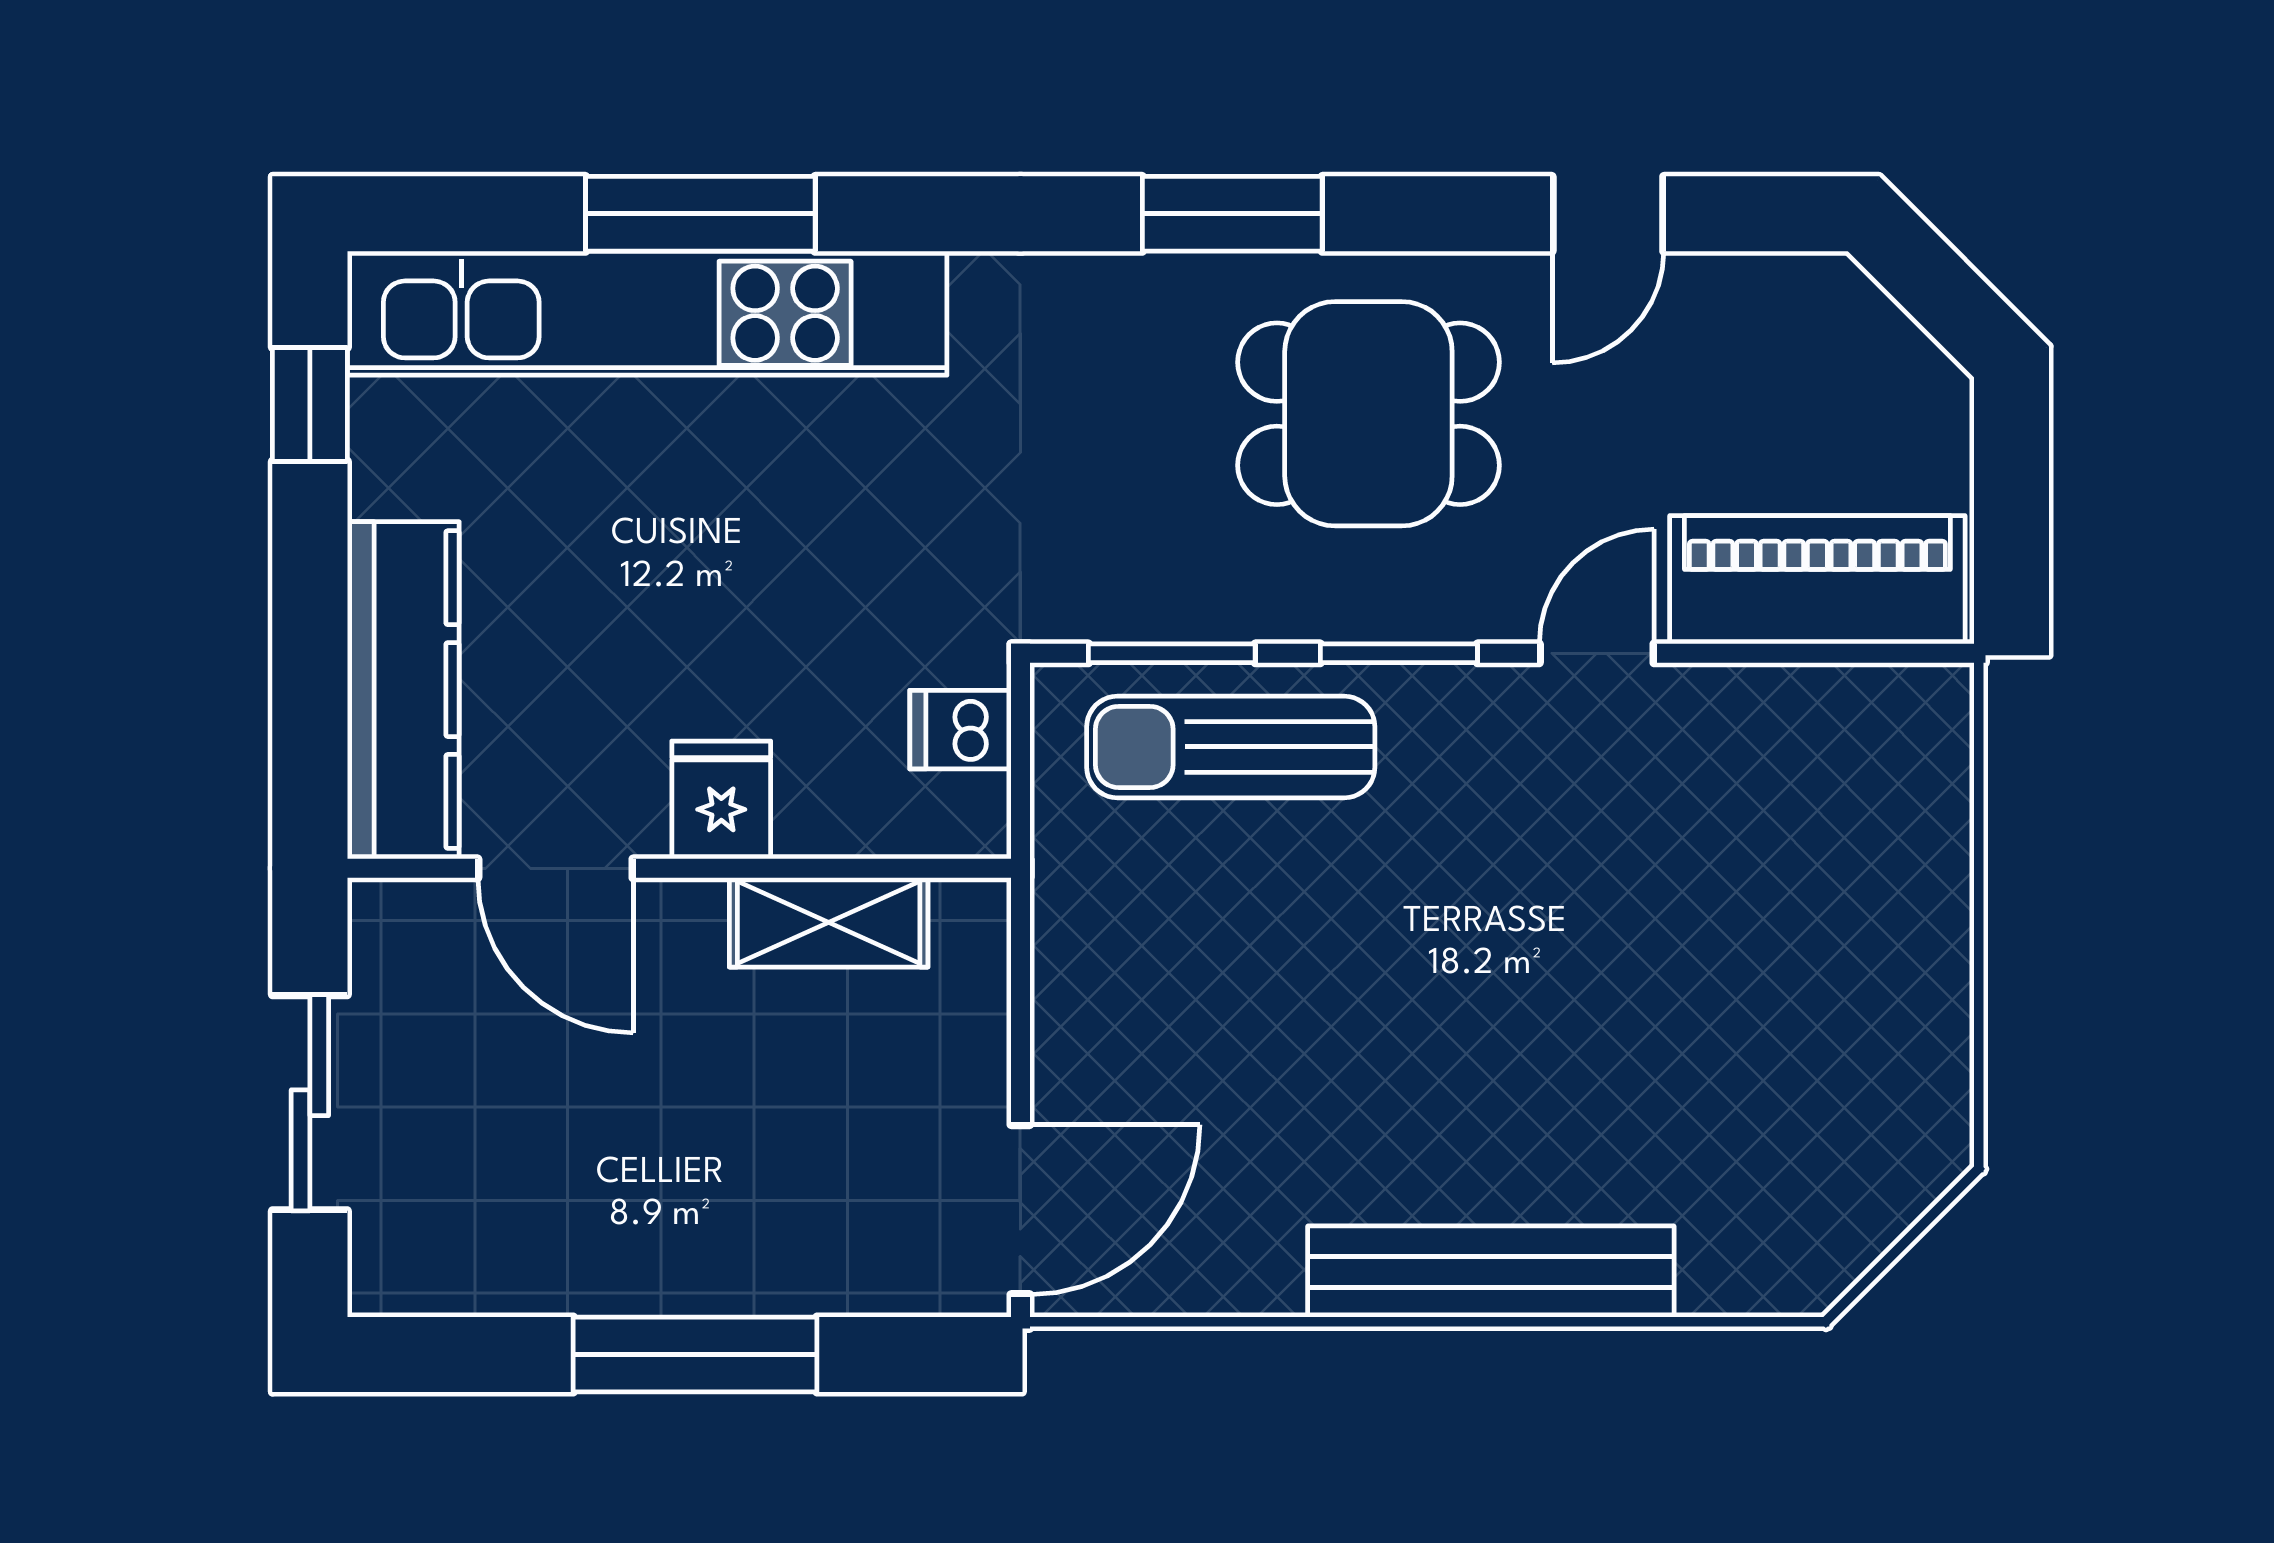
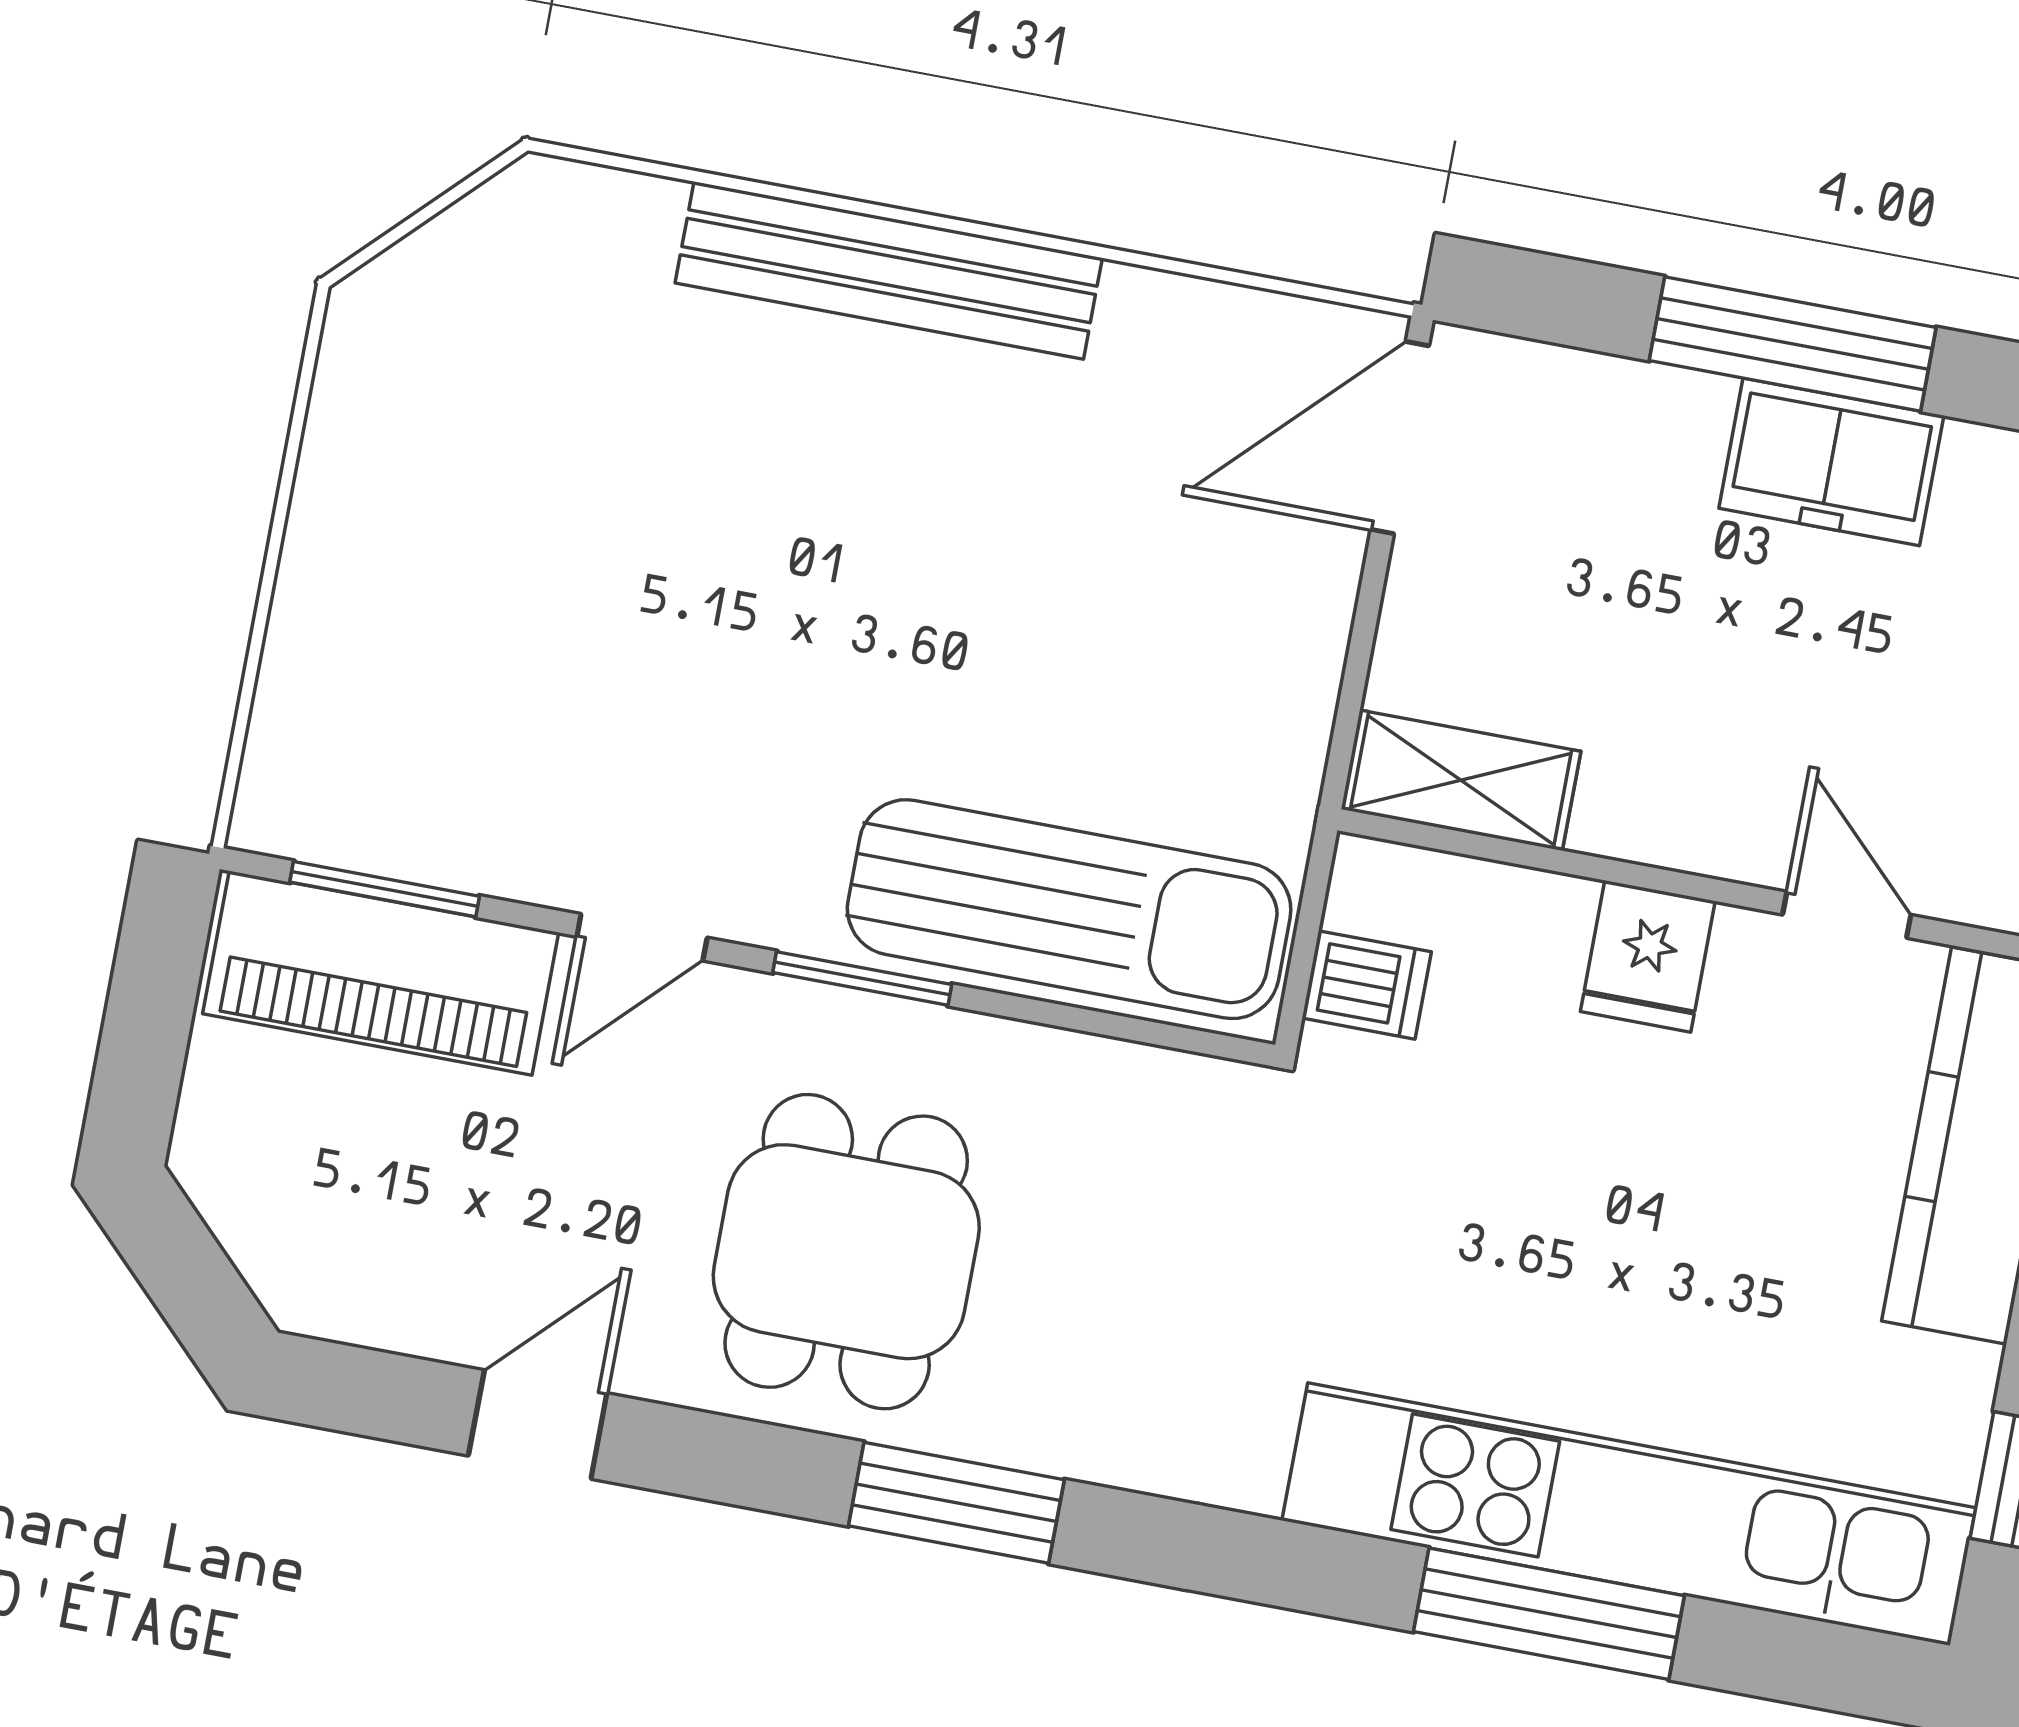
dining table: (1368, 414) -> (846, 1252), turned 90
window: (1172, 653) -> (385, 889), moved
sun lounger: (1231, 747) -> (1069, 909), width x1.36, depth x1.34
door: (555, 868) -> (1847, 915), width x0.73
shelving: (829, 922) -> (1461, 780), moved
freezer: (642, 1259) -> (1831, 462), added

